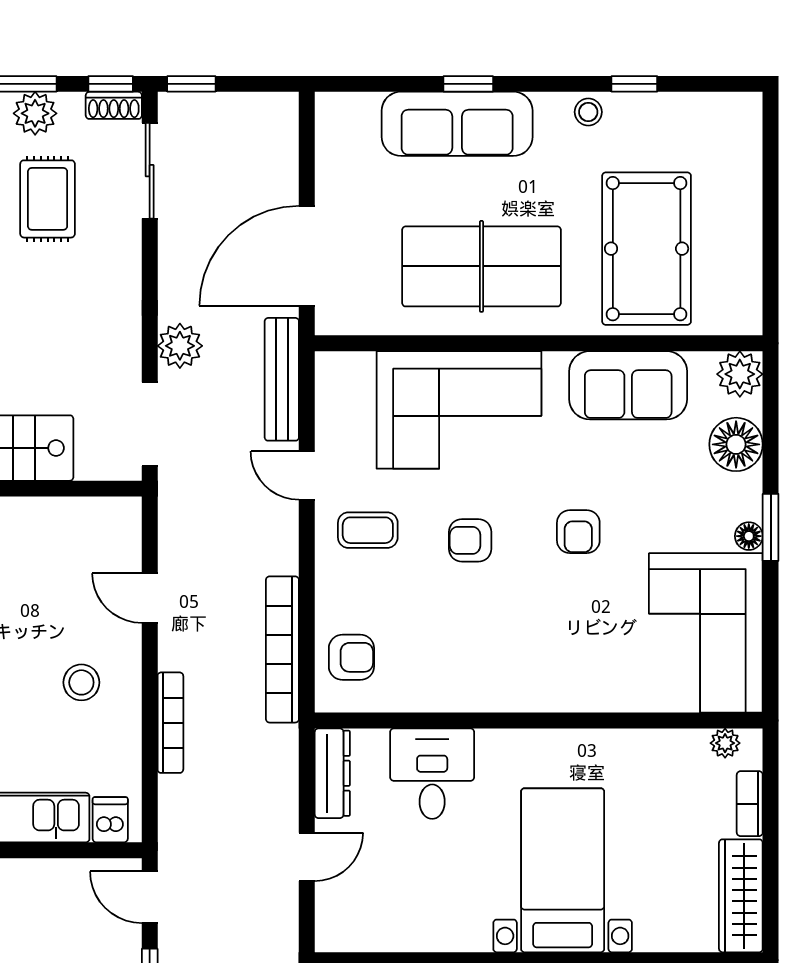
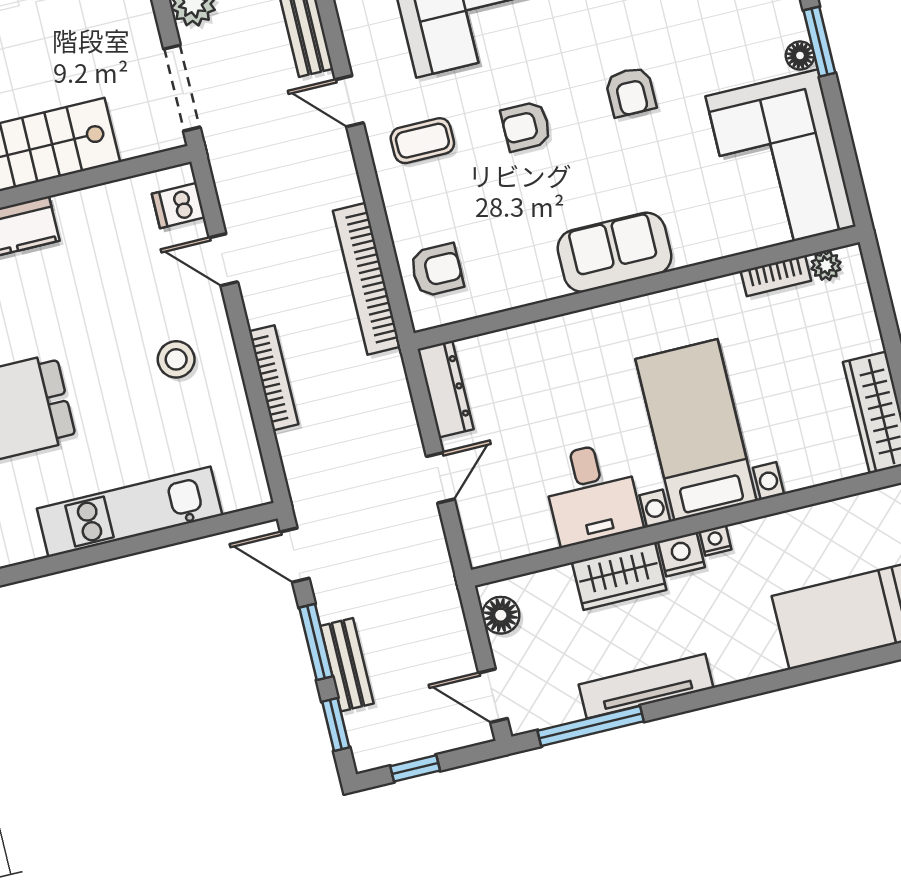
sofa: (526, 681) -> (615, 252), added
desk: (432, 774) -> (592, 494), moved, turned 180
bookcase: (750, 804) -> (776, 276), moved, turned -90
dishwasher: (110, 820) -> (178, 205), moved, turned -90

